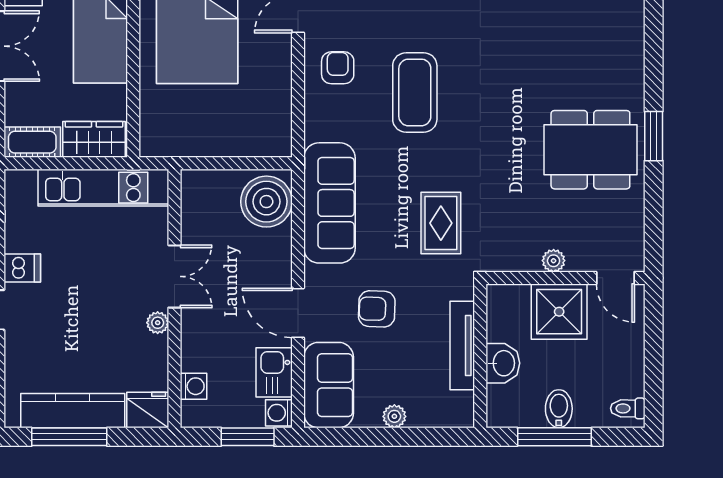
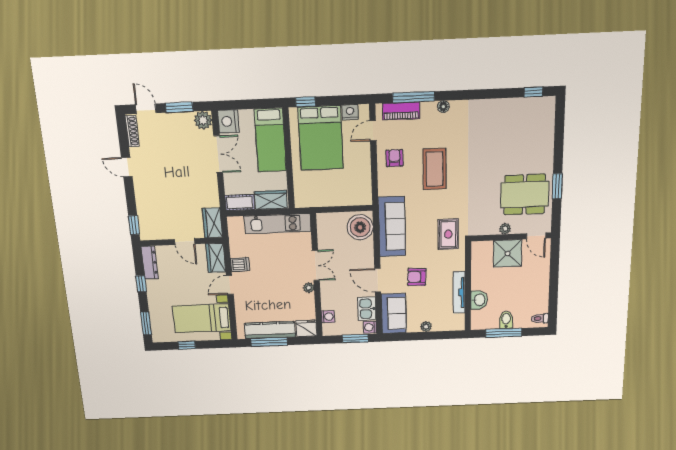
plant: (554, 261) -> (505, 229), moved
wall: (565, 278) -> (511, 237), moved
door: (615, 278) -> (536, 236), moved
shower: (559, 312) -> (508, 253), moved

